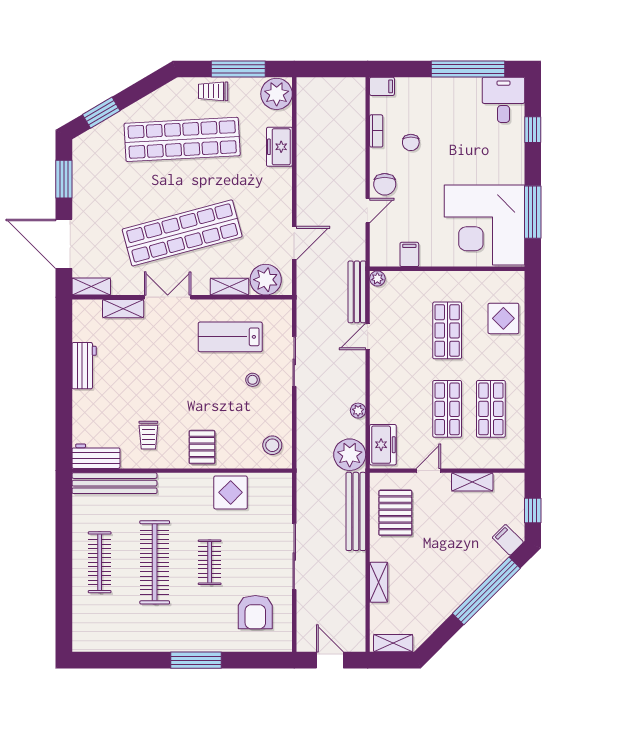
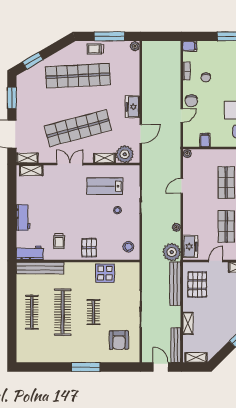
plant: (277, 94) -> (135, 46), width x0.53, depth x0.53
freezer: (279, 147) -> (132, 107), moved
bench: (357, 292) -> (176, 345), moved
shelving: (123, 309) -> (31, 170), moved
workbench: (84, 366) -> (23, 218), moved

